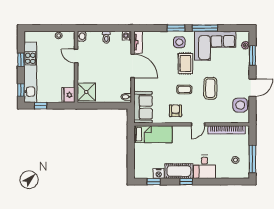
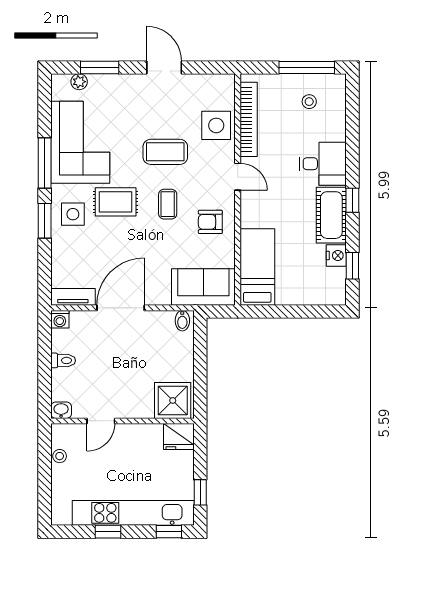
side table: (240, 105) -> (216, 125), moved

